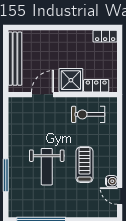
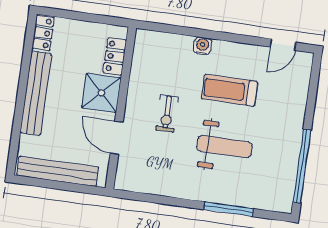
bench: (65, 37) -> (36, 93), added
exercise bike: (88, 114) -> (167, 114), moved, width x0.73, depth x0.72
water cooler: (111, 181) -> (203, 46), moved

